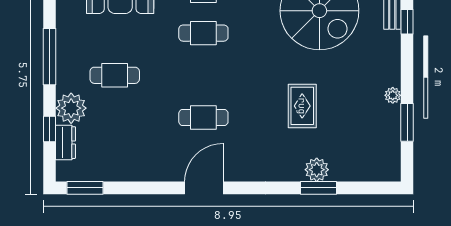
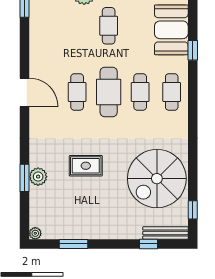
cafe table: (203, 75) -> (109, 92), added
plant: (393, 95) -> (35, 233), moved

